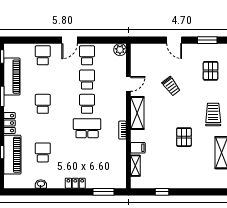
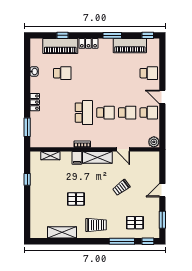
school desk: (43, 104) -> (106, 73), removed
filing cabinet: (138, 148) -> (77, 158), moved

